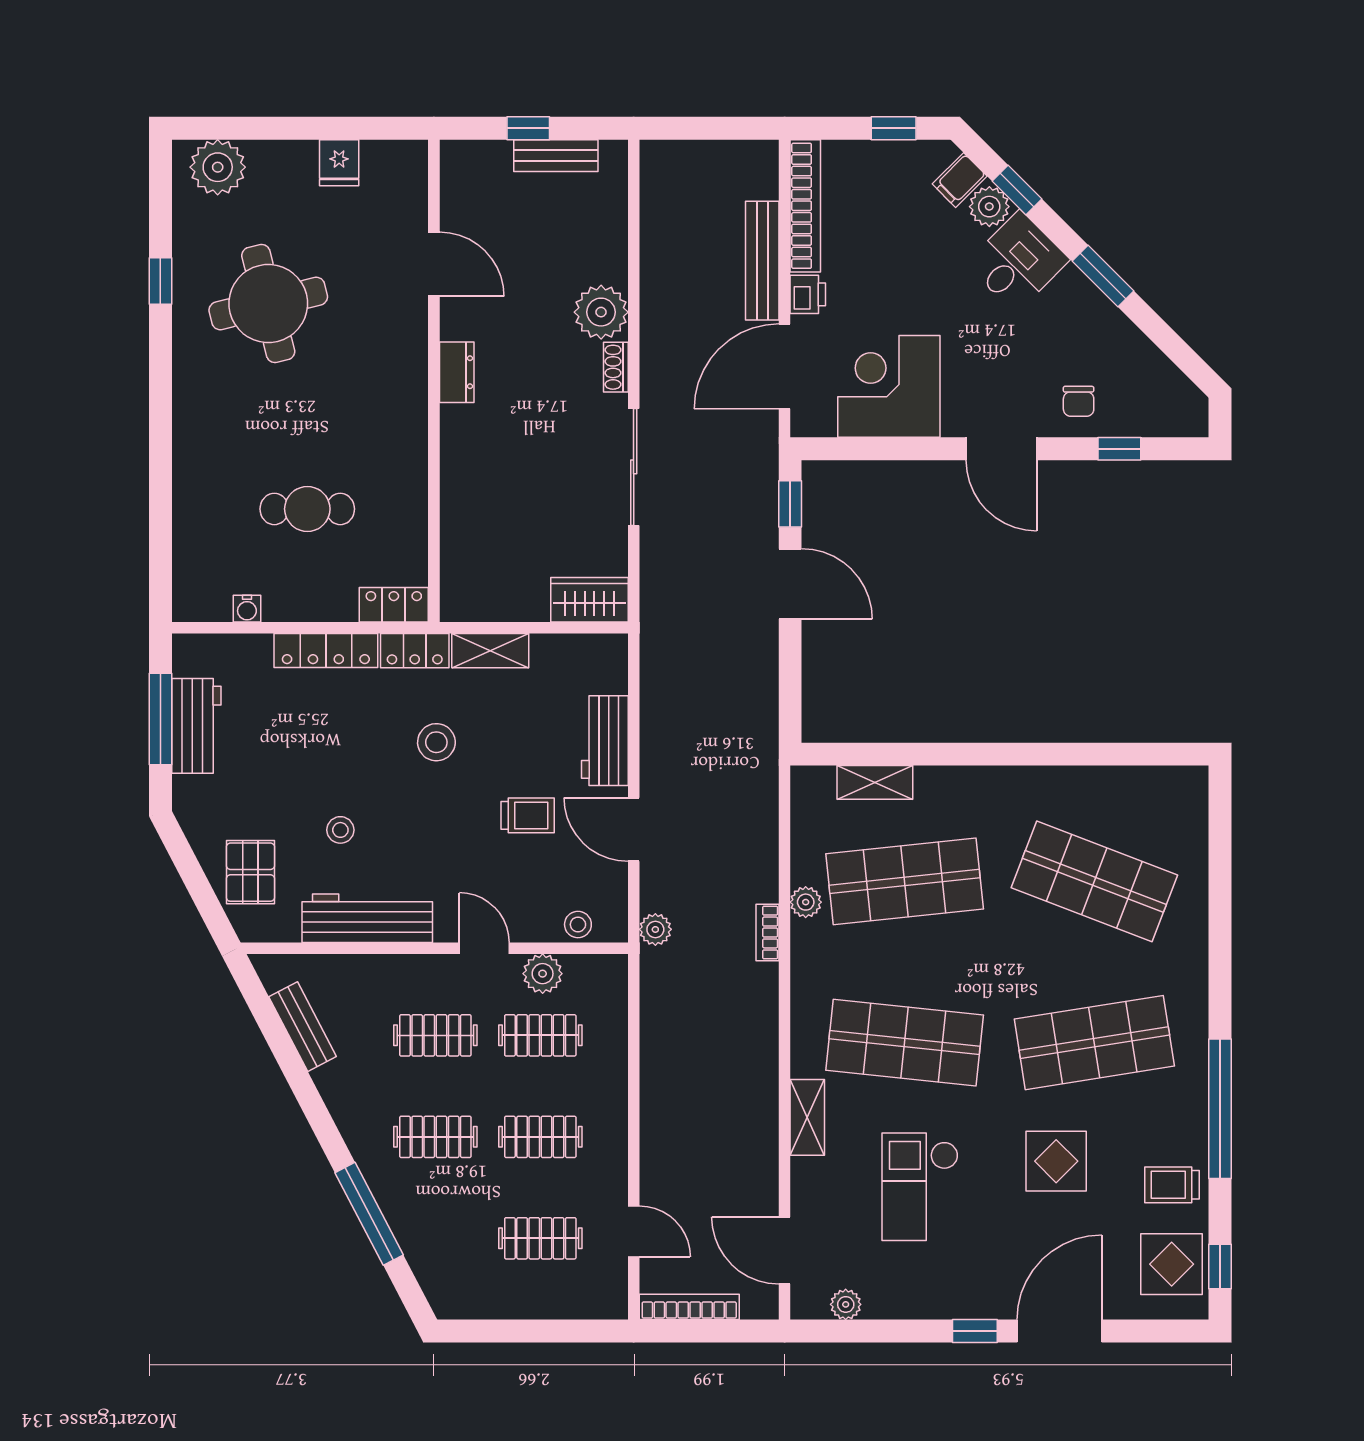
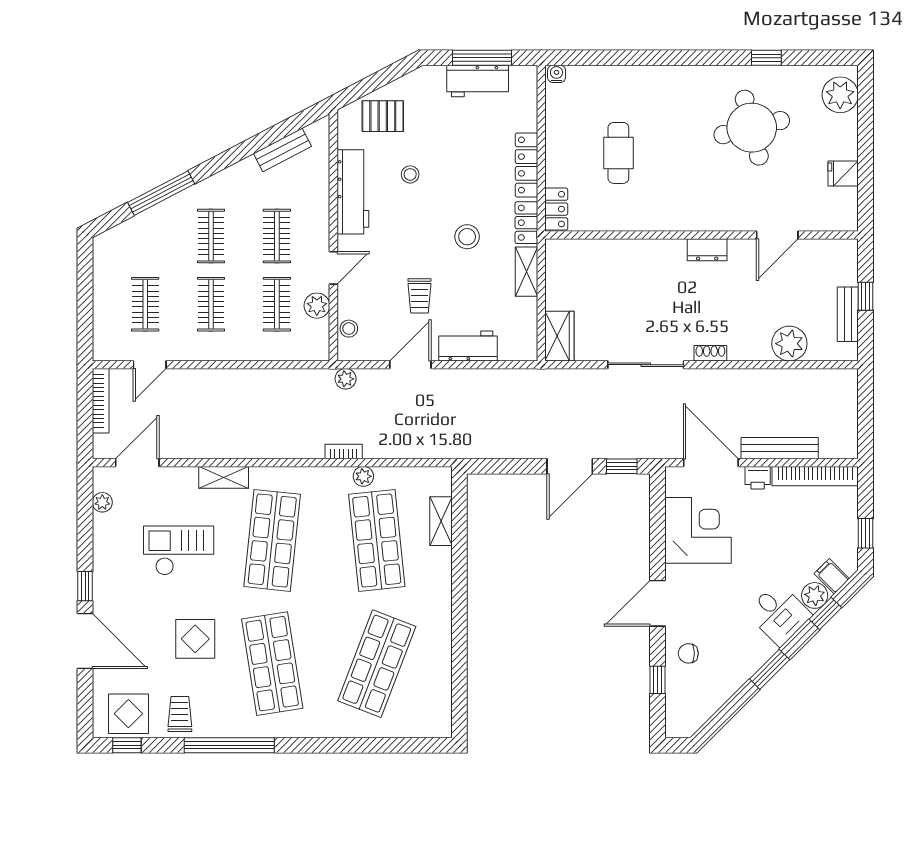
plant: (601, 312) -> (789, 344), moved
water cooler: (247, 609) -> (557, 74), moved, turned 90

